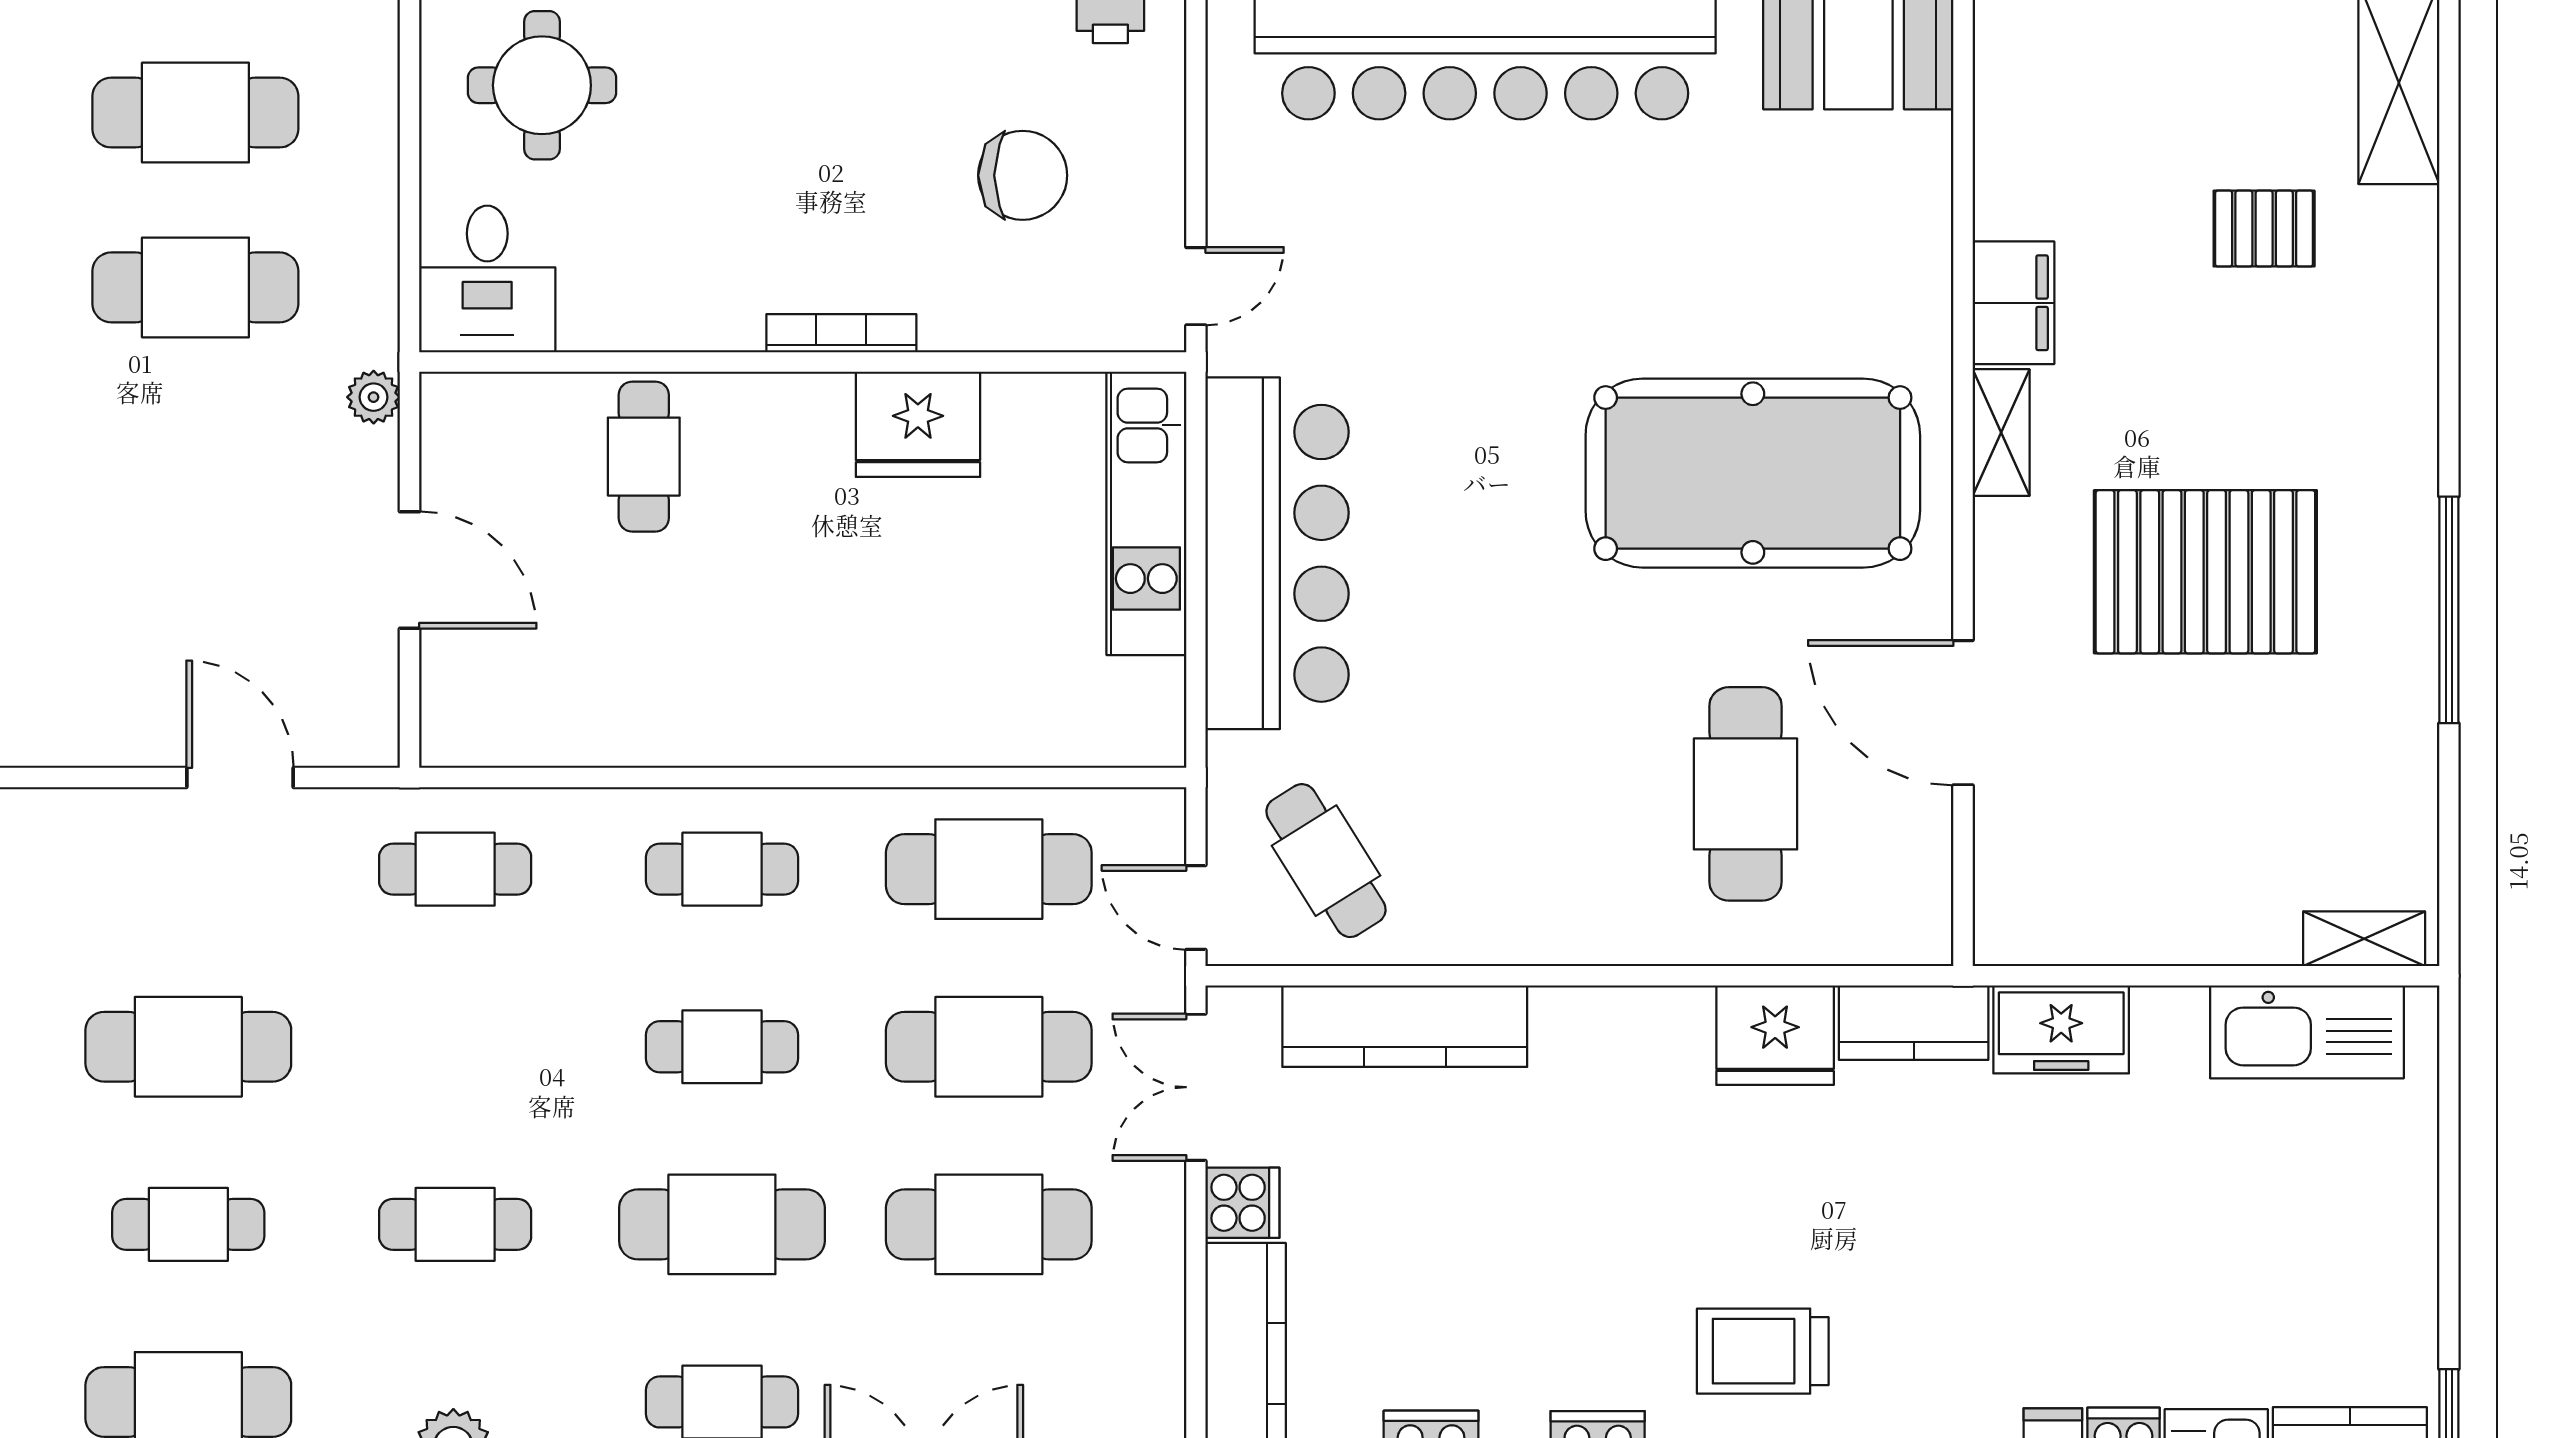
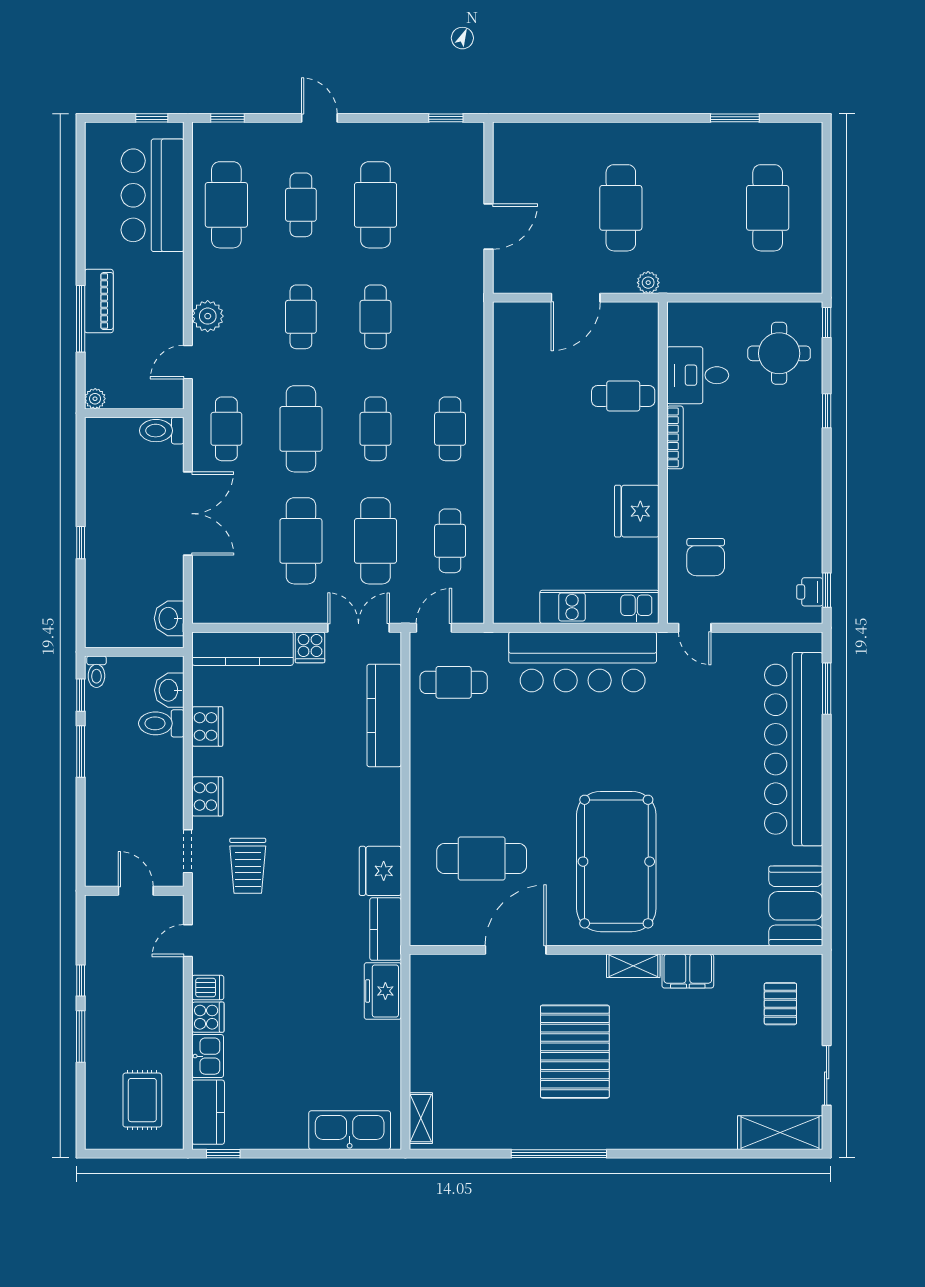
chair: (1023, 175) -> (706, 557), moved
pallet: (2264, 229) -> (780, 1004), moved
desk: (487, 279) -> (698, 375), moved
cafe table: (195, 287) -> (621, 208), moved
bookcase: (841, 333) -> (675, 437), moved
cafe table: (1326, 861) -> (454, 682), turned 32
cafe table: (455, 869) -> (375, 317), moved
cafe table: (989, 869) -> (450, 541), width x0.73, depth x0.74
kitchen sink: (2307, 1032) -> (350, 1130), moved, turned 90
trolley: (1763, 1351) -> (248, 866), turned 180

